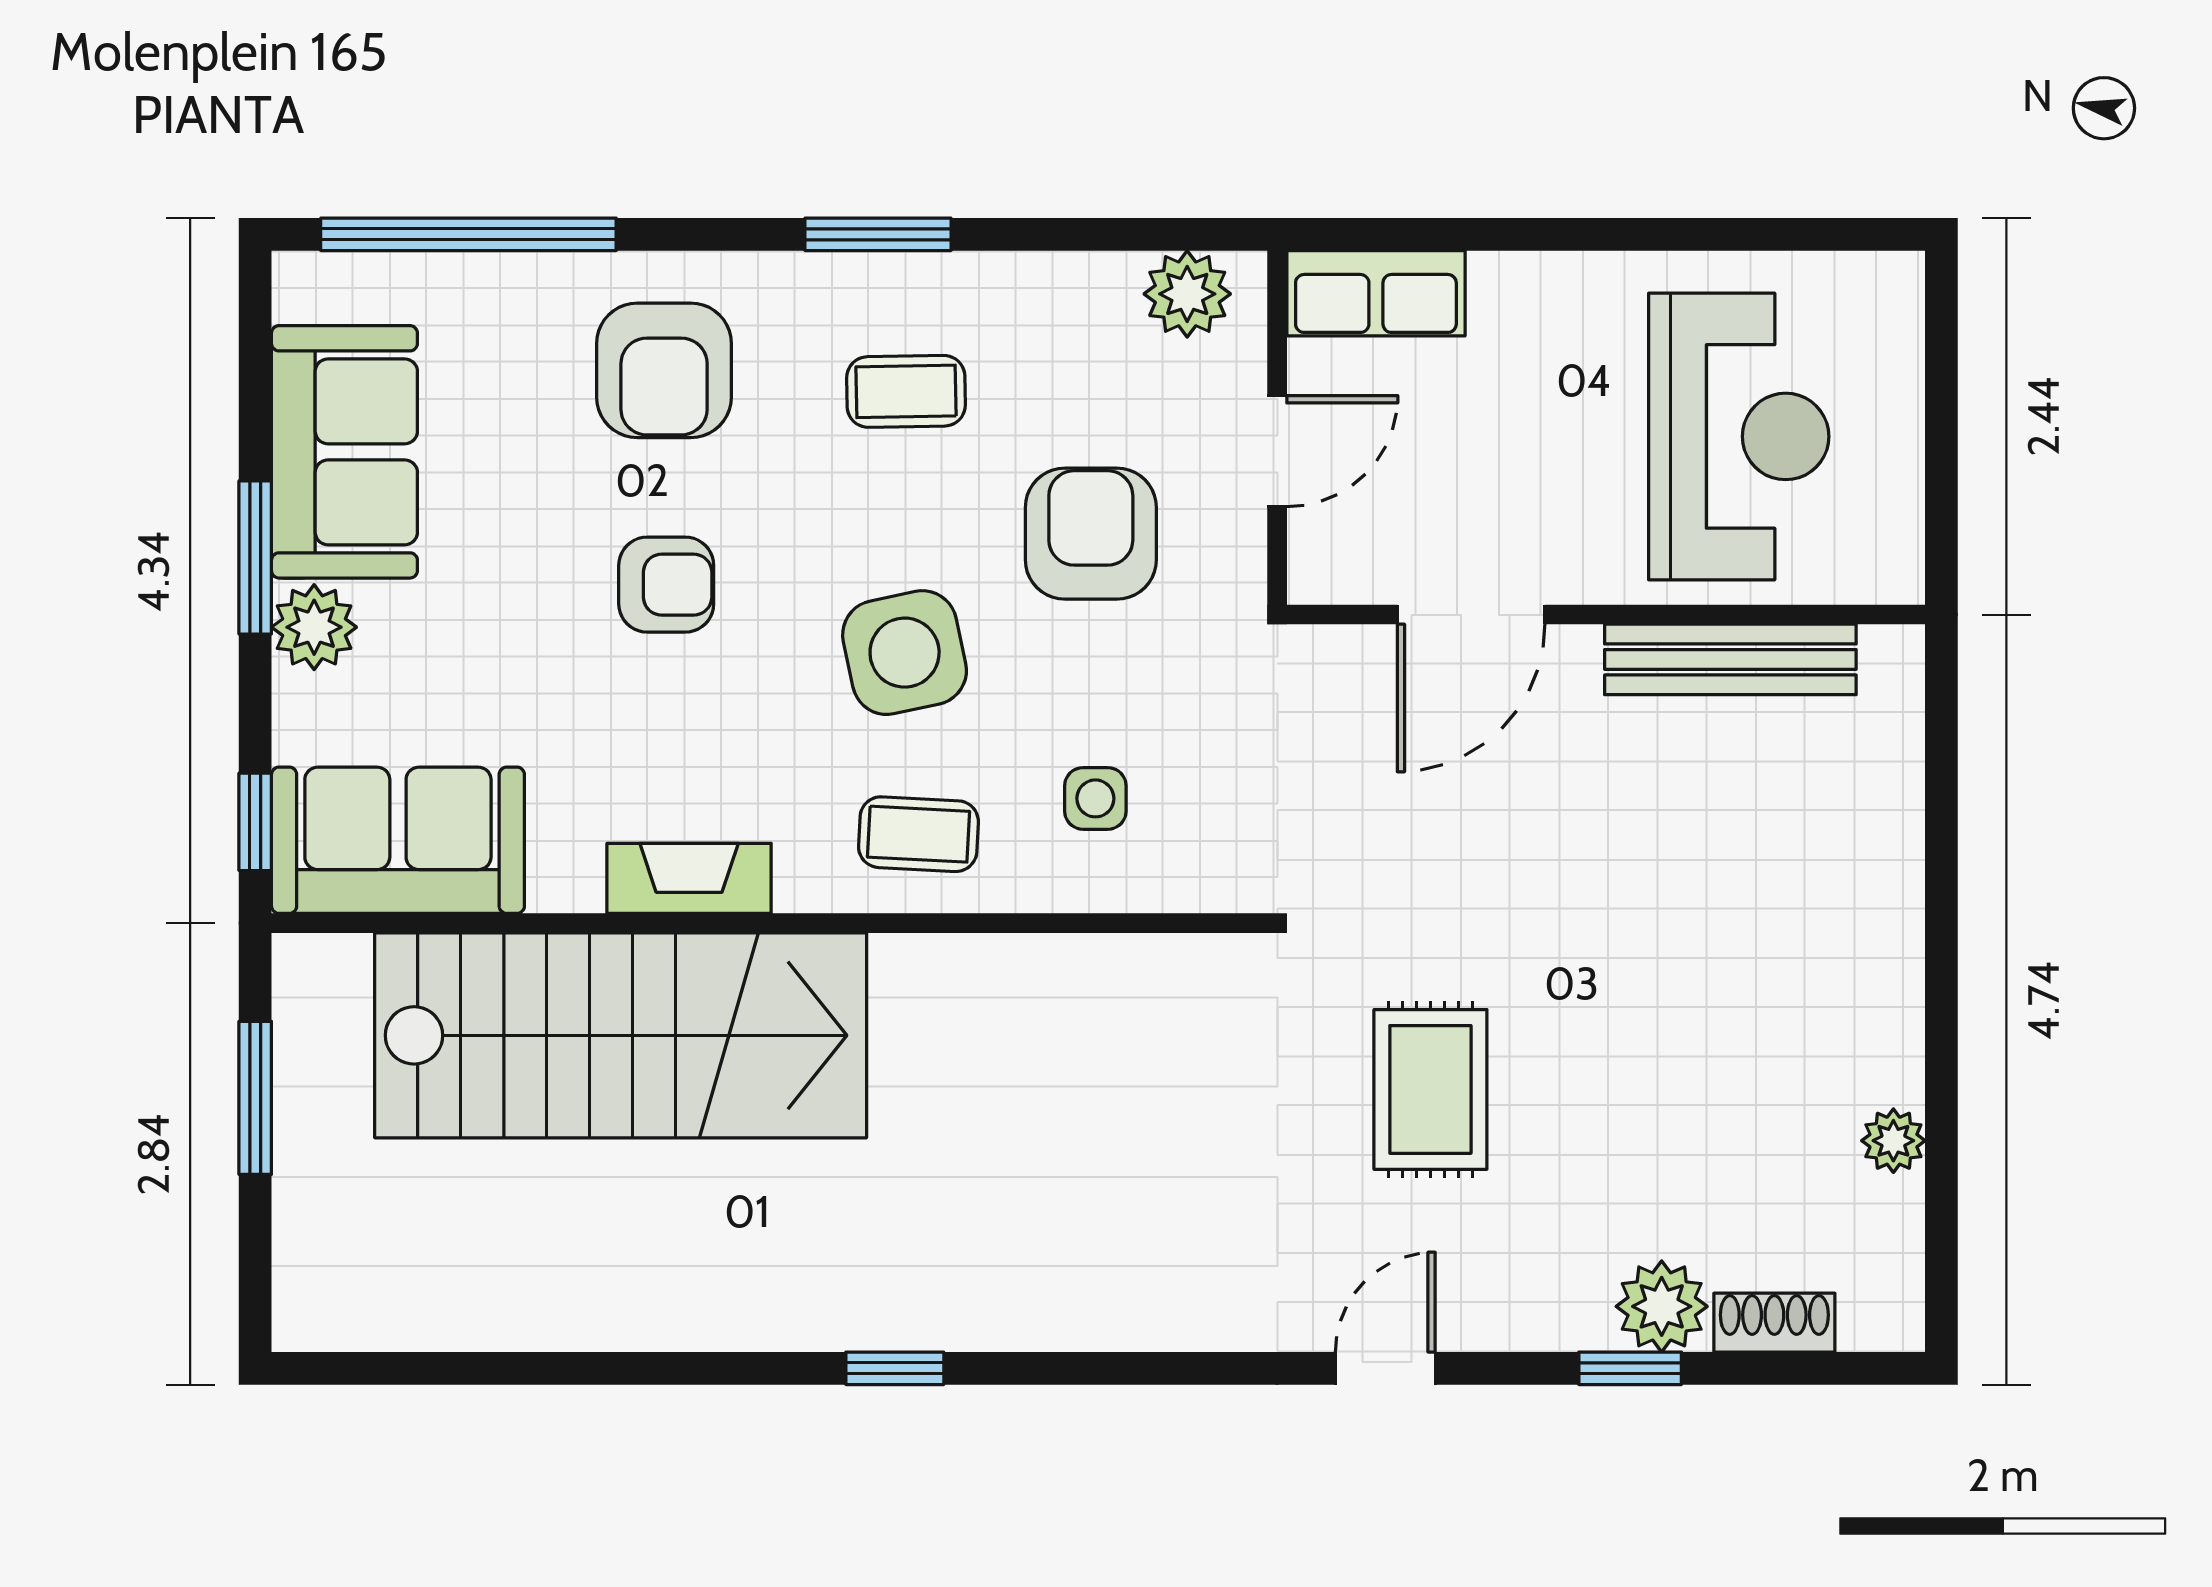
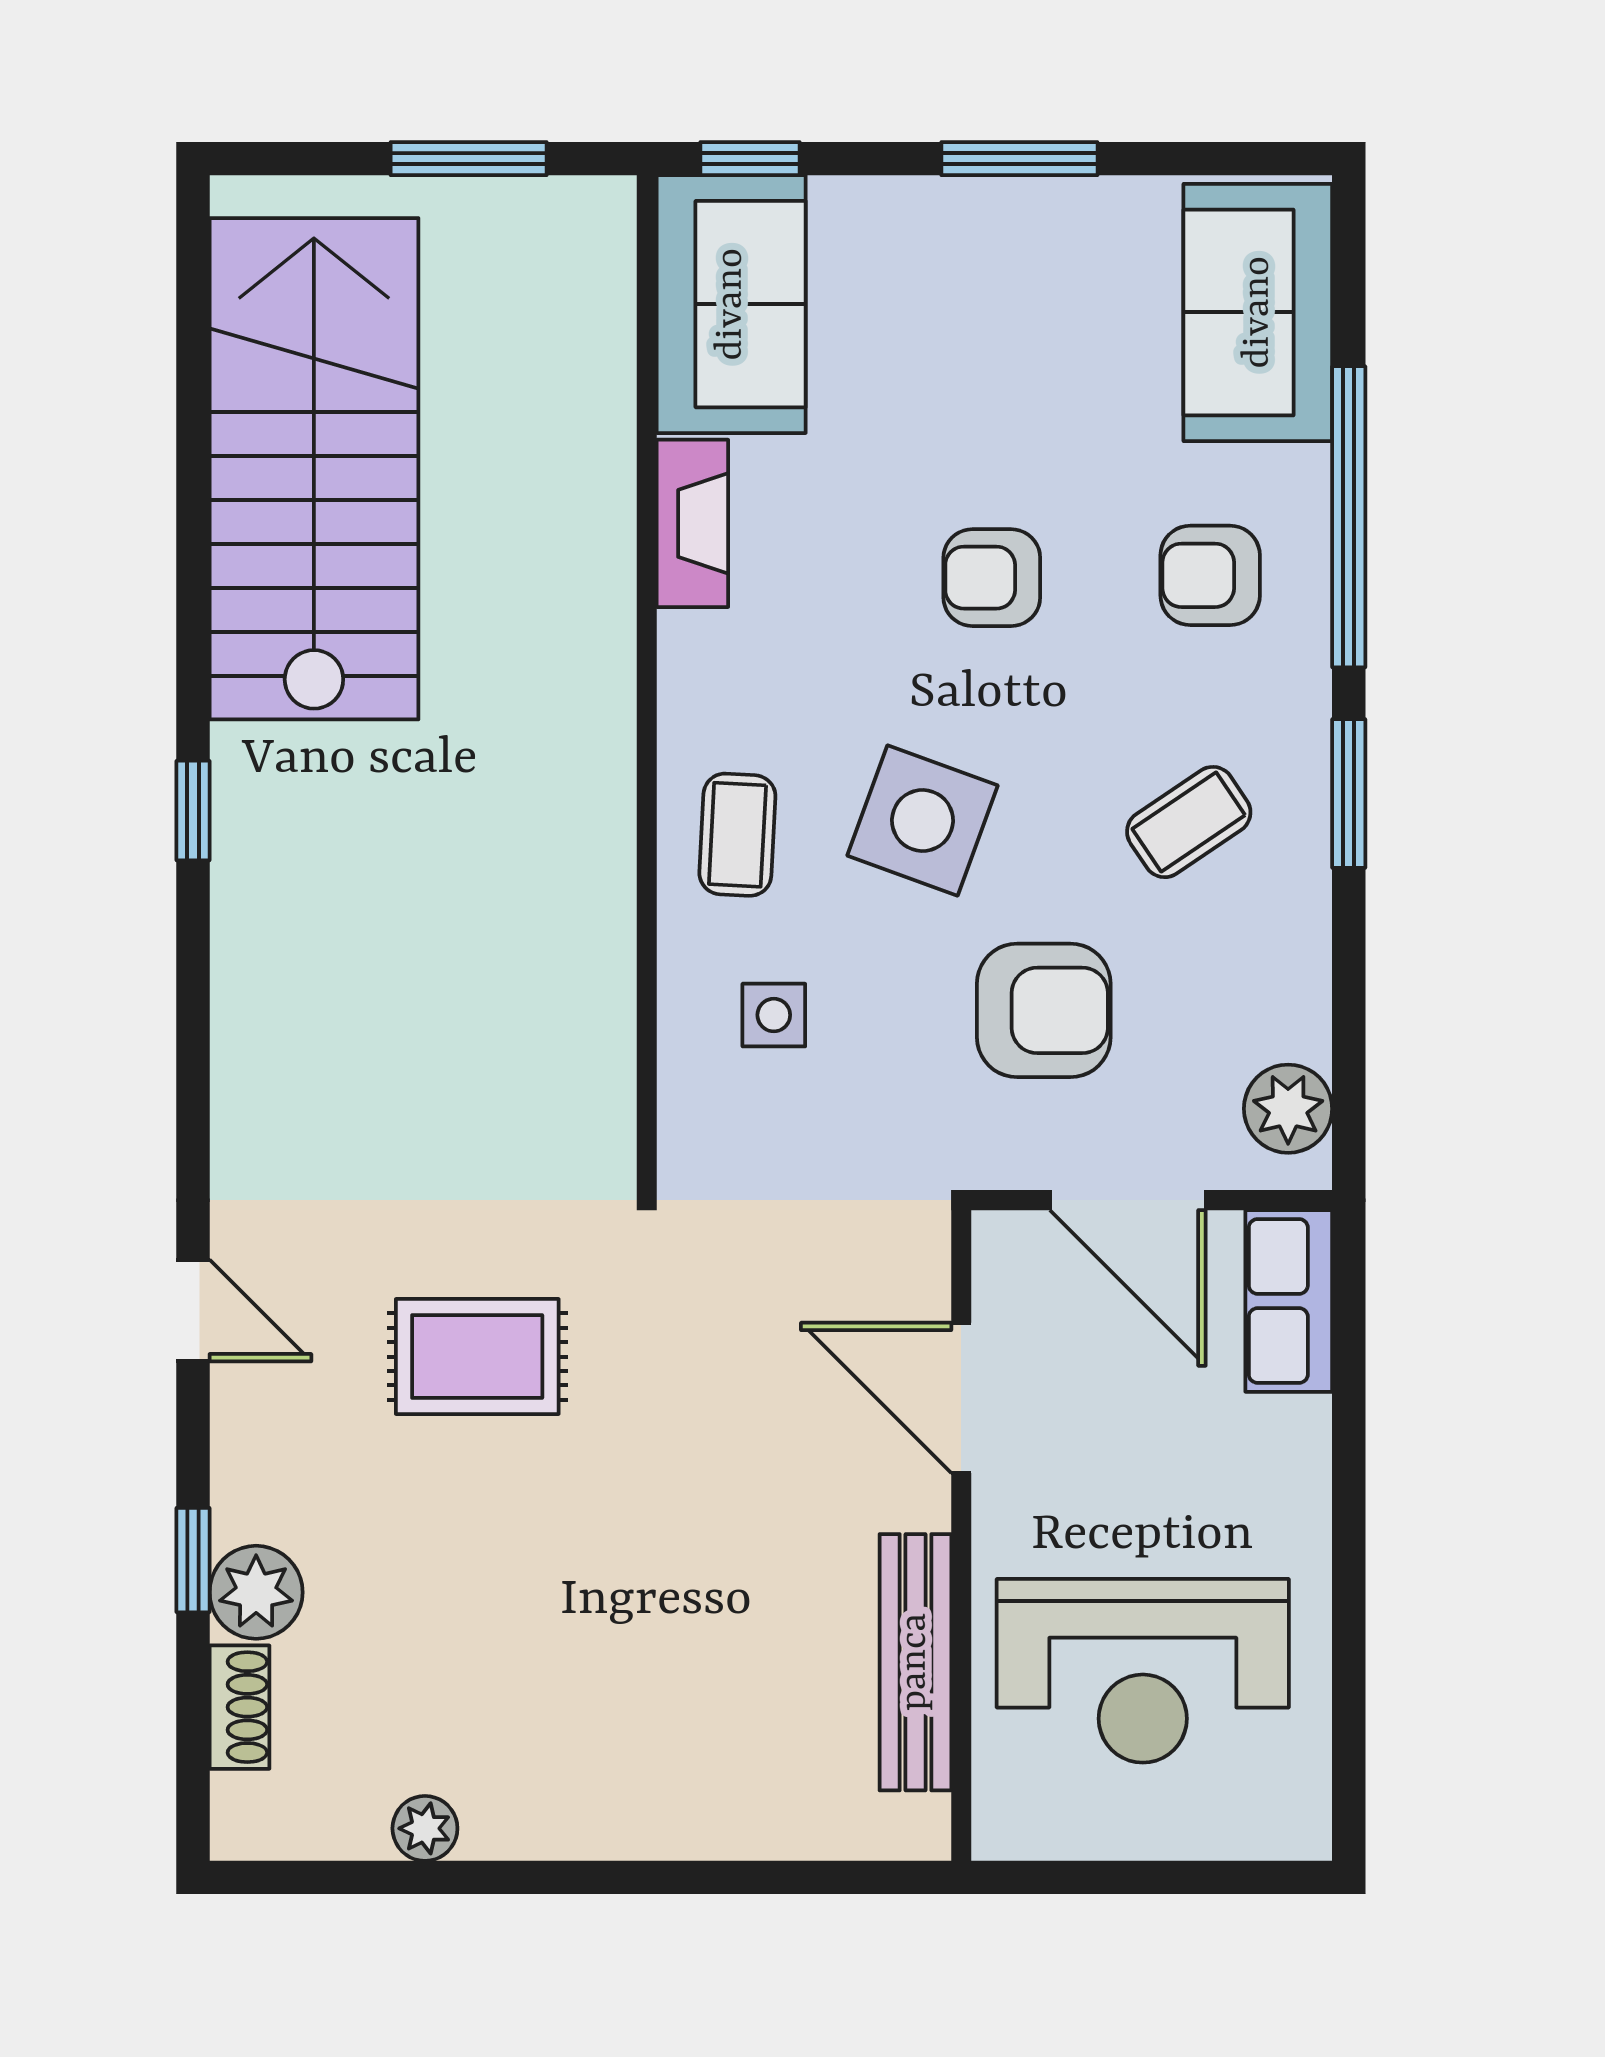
window: (468, 234) -> (1349, 517), moved
armchair: (664, 370) -> (1210, 575), width x0.72, depth x0.72
coffee table: (906, 391) -> (1189, 822), turned 57
door: (1277, 451) -> (1128, 1200), width x1.38
sofa: (344, 452) -> (1258, 312), moved, turned 90
armchair: (666, 585) -> (992, 578), turned 90
plant: (314, 627) -> (948, 219), removed
side table: (905, 653) -> (922, 821), turned 32
fireplace: (689, 878) -> (692, 523), moved
stairs: (621, 1035) -> (314, 469), moved, turned 180

